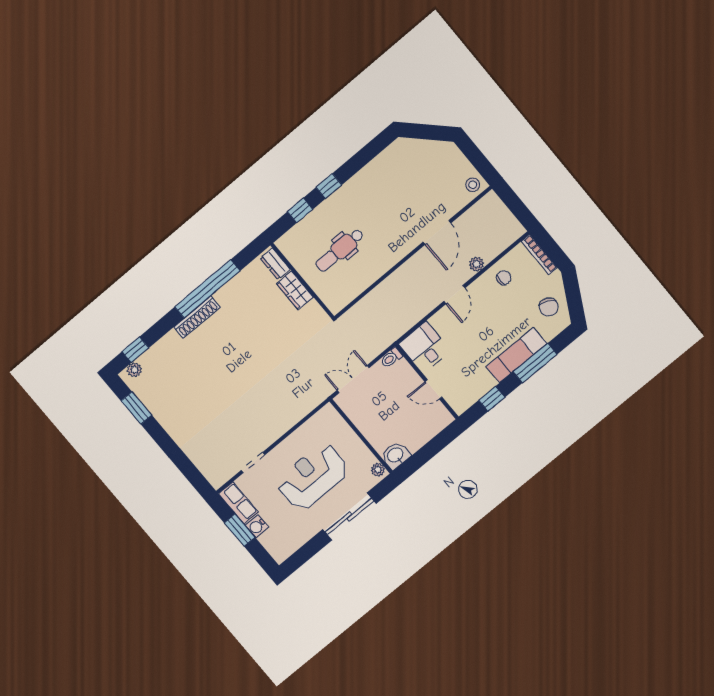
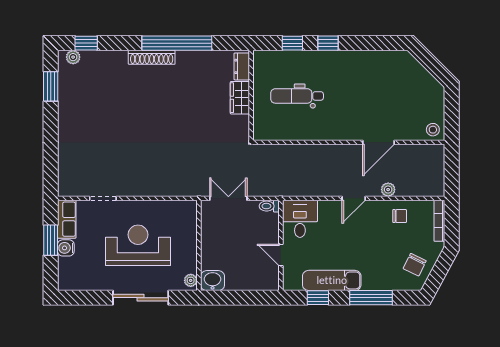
exam couch: (516, 355) -> (332, 280), moved

